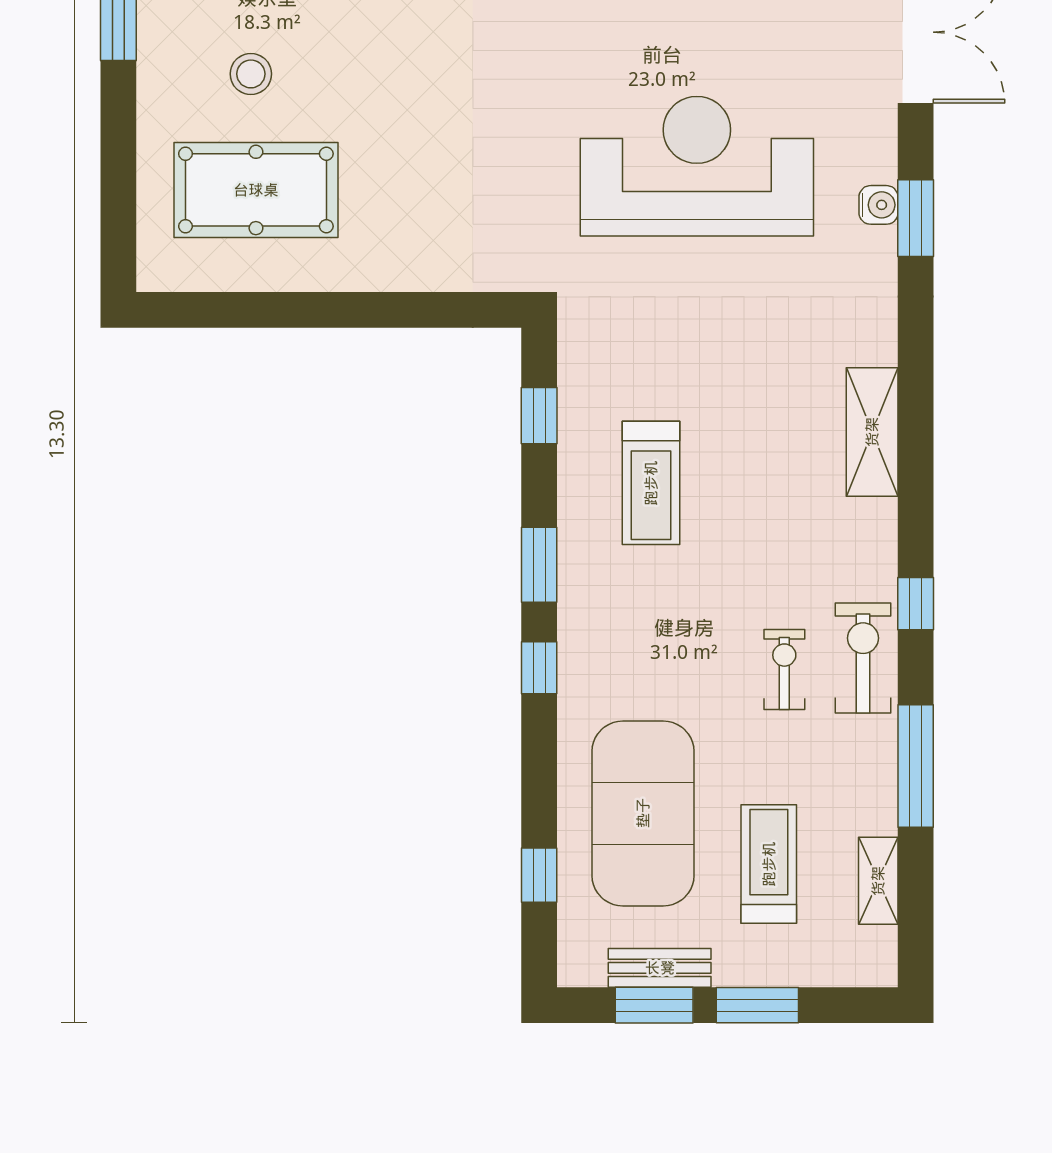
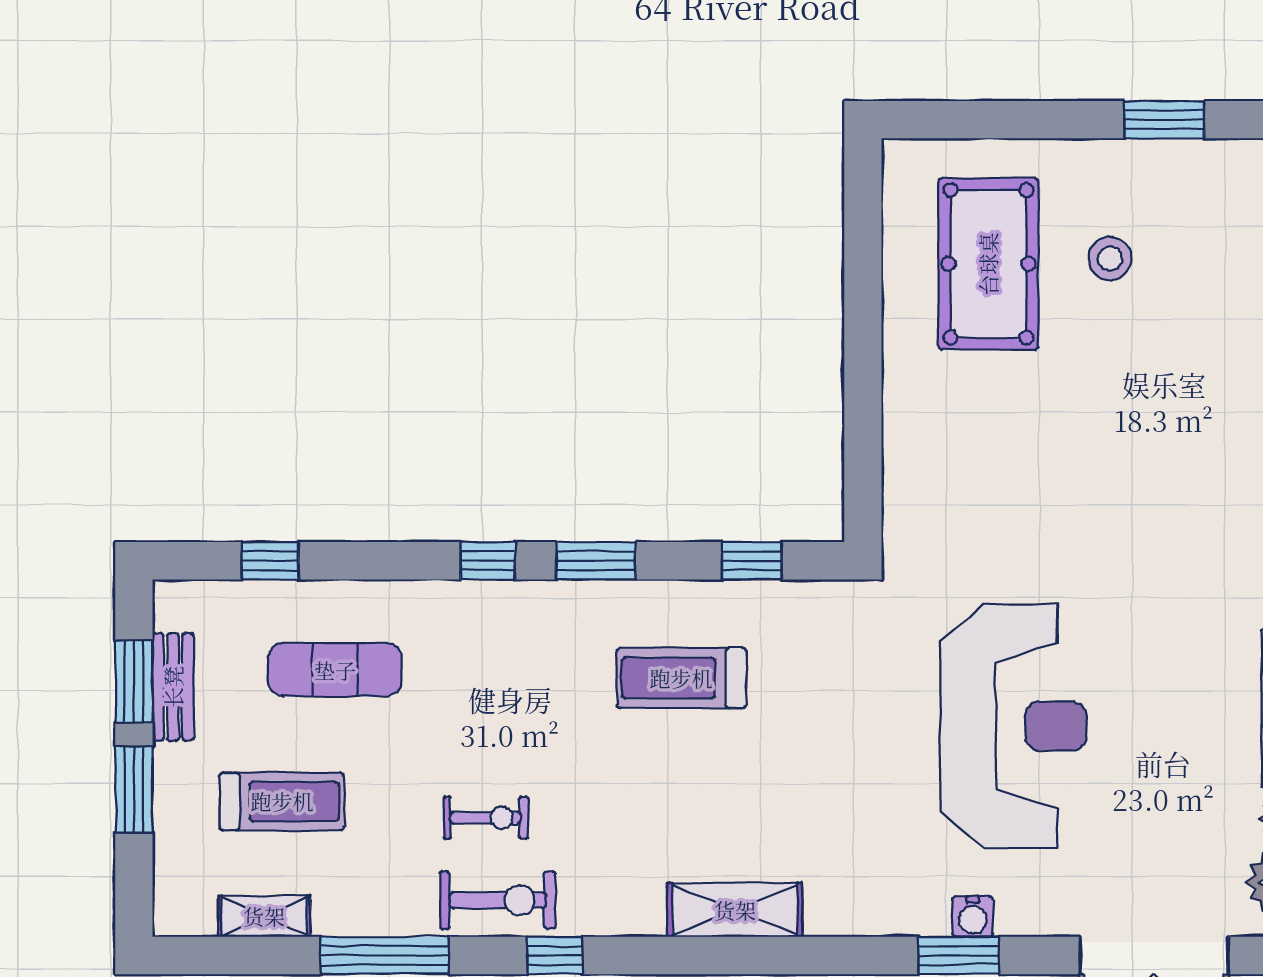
exercise mat: (643, 813) -> (335, 670), width x0.50, depth x0.69

